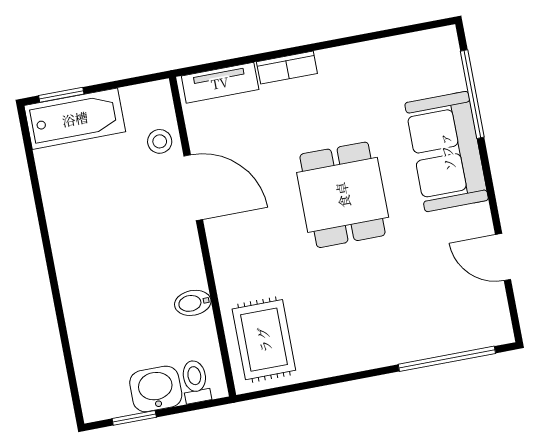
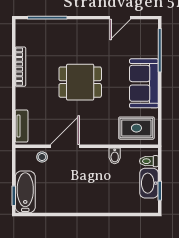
bookcase: (287, 68) -> (20, 67), moved, width x1.56
sofa: (447, 152) -> (144, 83), moved, turned 90
washbasin: (156, 389) -> (149, 183), width x1.38

